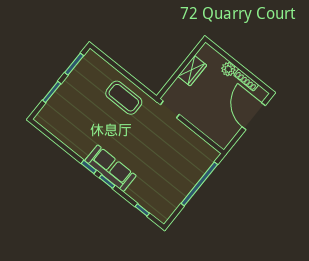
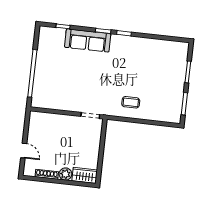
wardrobe: (192, 71) -> (85, 175), moved, turned 90
coffee table: (124, 98) -> (131, 102), width x0.54, depth x0.58
door: (254, 116) -> (24, 151), width x0.53
sofa: (110, 168) -> (88, 40), moved

